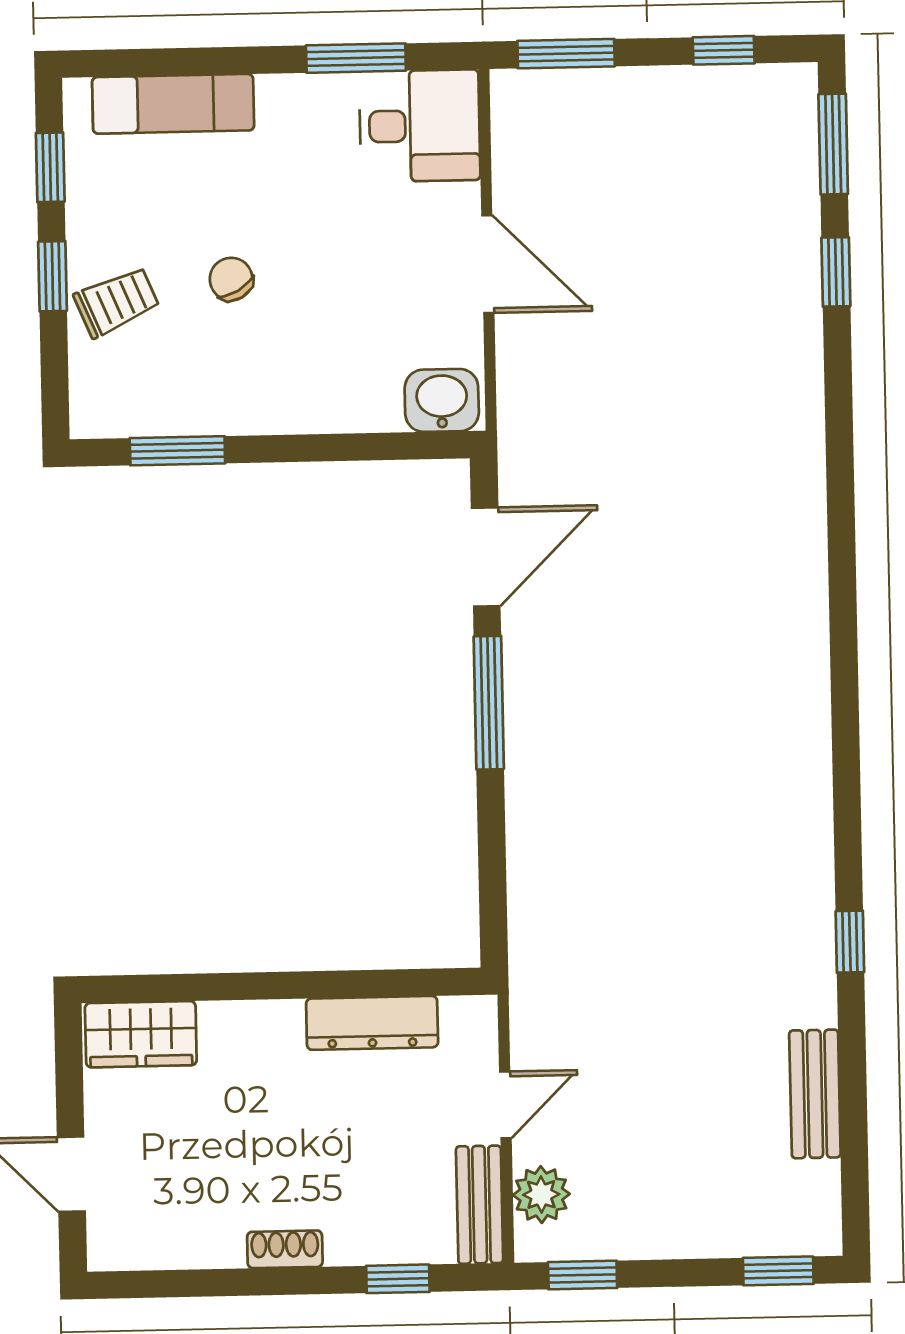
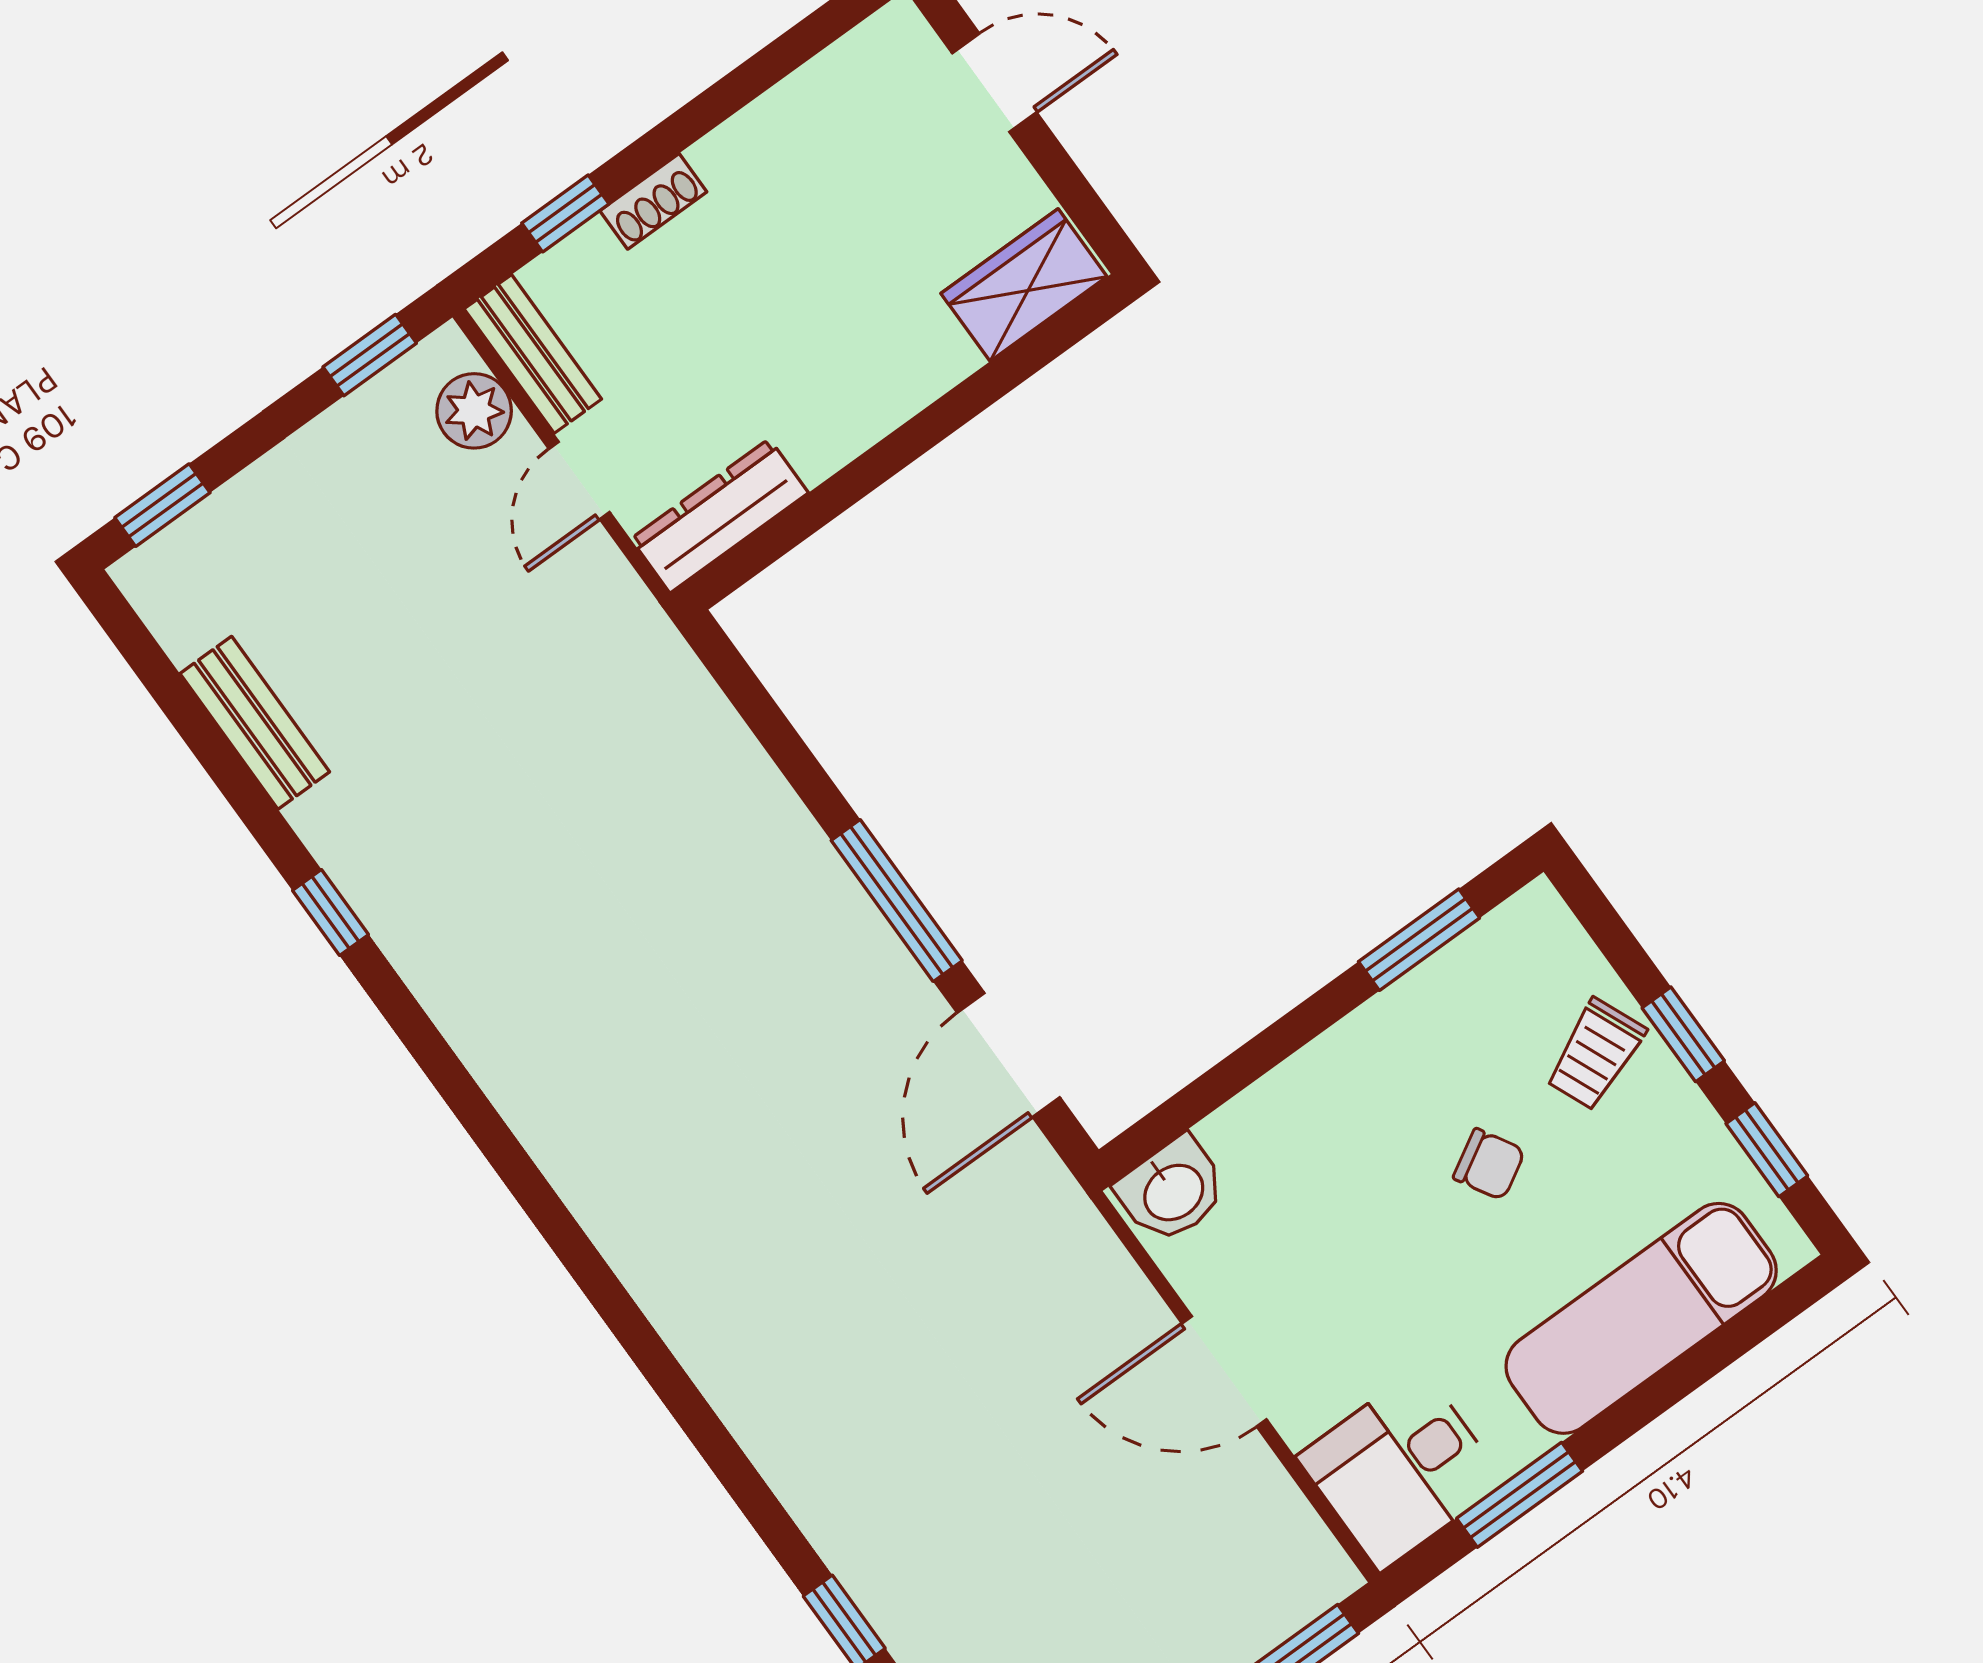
exam couch: (173, 104) -> (1641, 1318), width x1.36, depth x1.45
dresser: (372, 1023) -> (720, 516), moved
shoe rack: (285, 1249) -> (653, 201), moved

